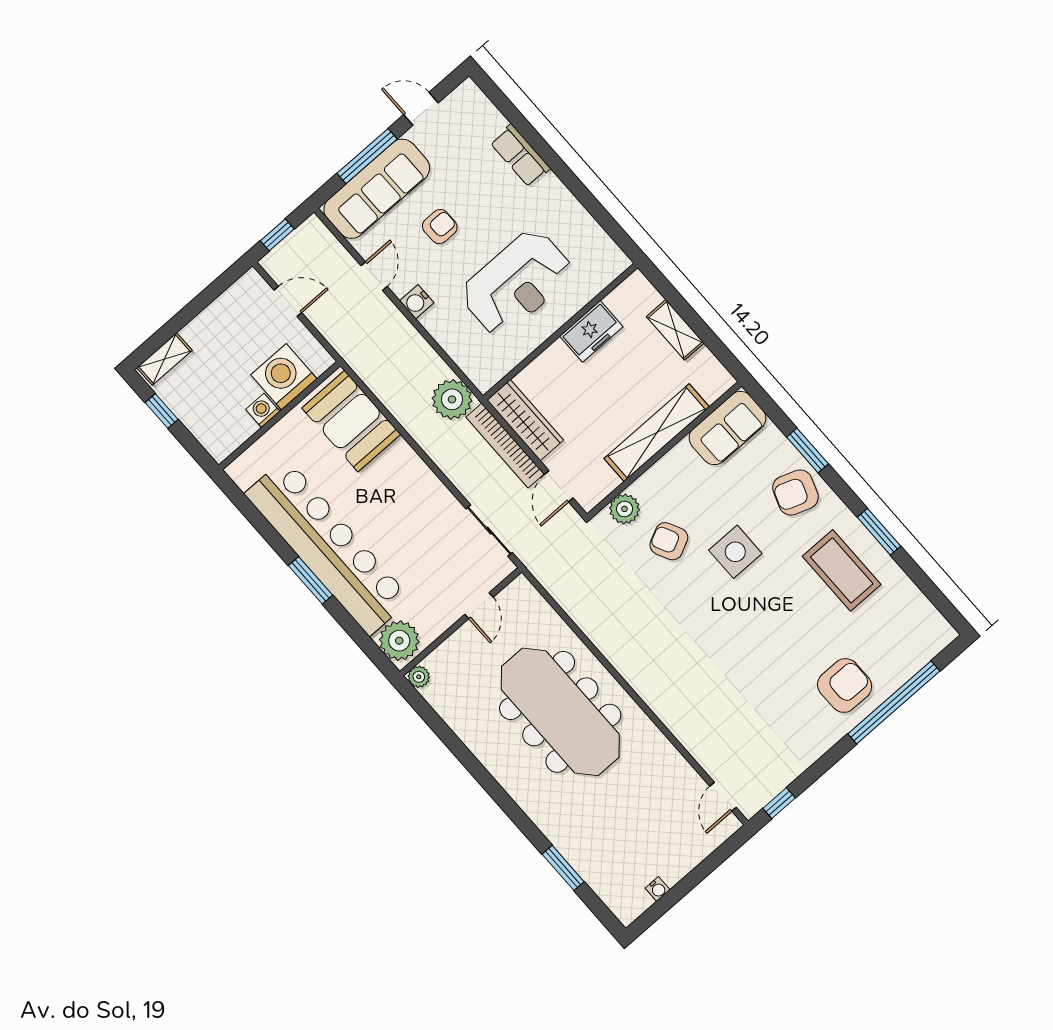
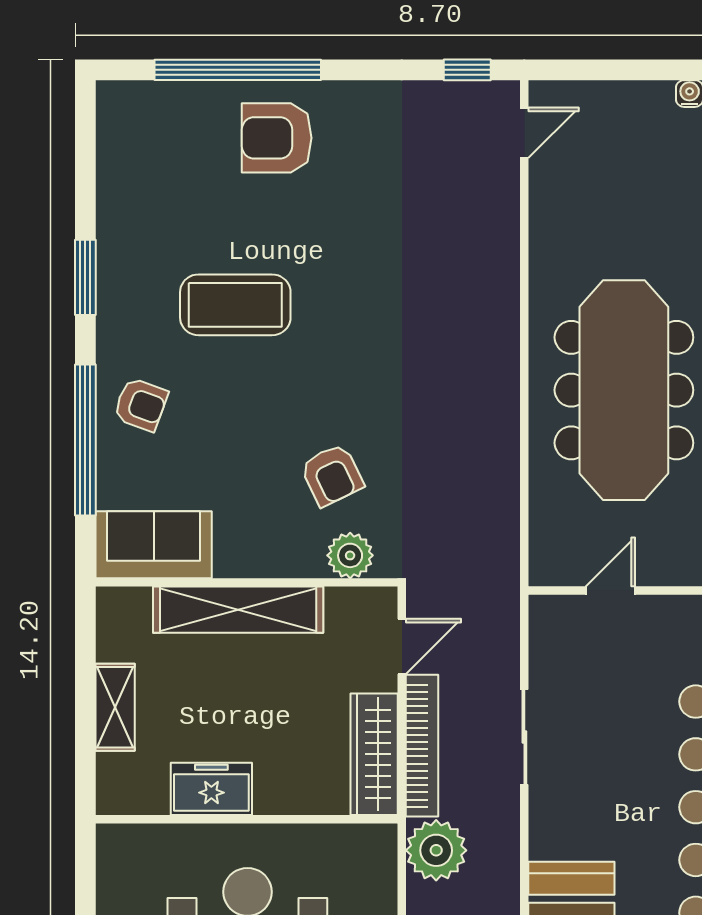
window: (808, 450) -> (85, 440), width x2.11
armchair: (795, 492) -> (141, 405), width x0.72, depth x0.72
sliding door: (489, 531) -> (524, 737), moved
side table: (735, 552) -> (267, 397), removed
coffee table: (842, 570) -> (235, 305), moved, turned 90

